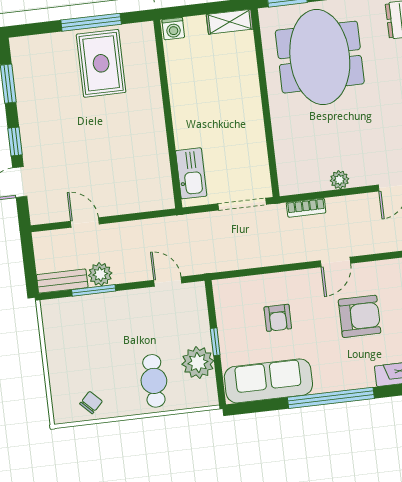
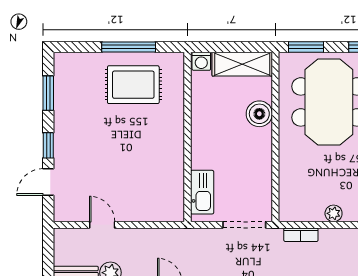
shelving: (230, 22) -> (242, 64), width x1.50, depth x1.33
rug: (101, 63) -> (133, 85), turned 90
boiler: (244, 79) -> (259, 114), added

